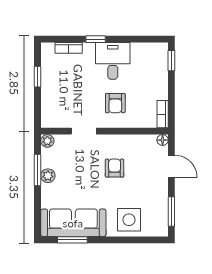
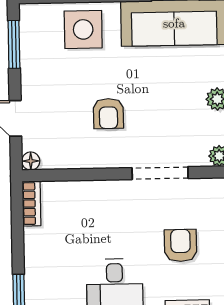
armchair: (115, 103) -> (180, 245), moved
doorway: (84, 131) -> (160, 173), width x1.38

